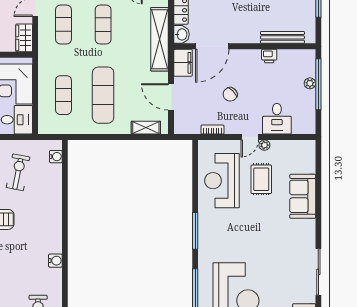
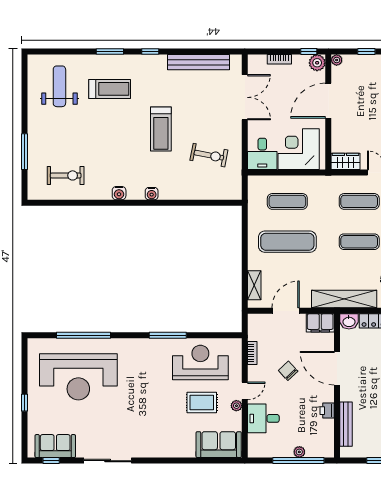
door: (212, 46) -> (337, 368), moved
door: (250, 137) -> (245, 391), swing flipped
water cooler: (56, 157) -> (152, 194), moved
sofa: (303, 196) -> (219, 445), moved
window: (195, 231) -> (168, 335), moved

